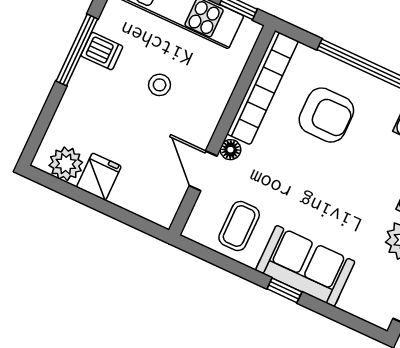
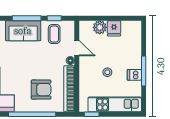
armchair: (326, 115) -> (41, 90), turned 180
plant: (66, 164) -> (100, 27), moved
window: (223, 262) -> (54, 18), added
window: (284, 290) -> (27, 18), width x2.17

